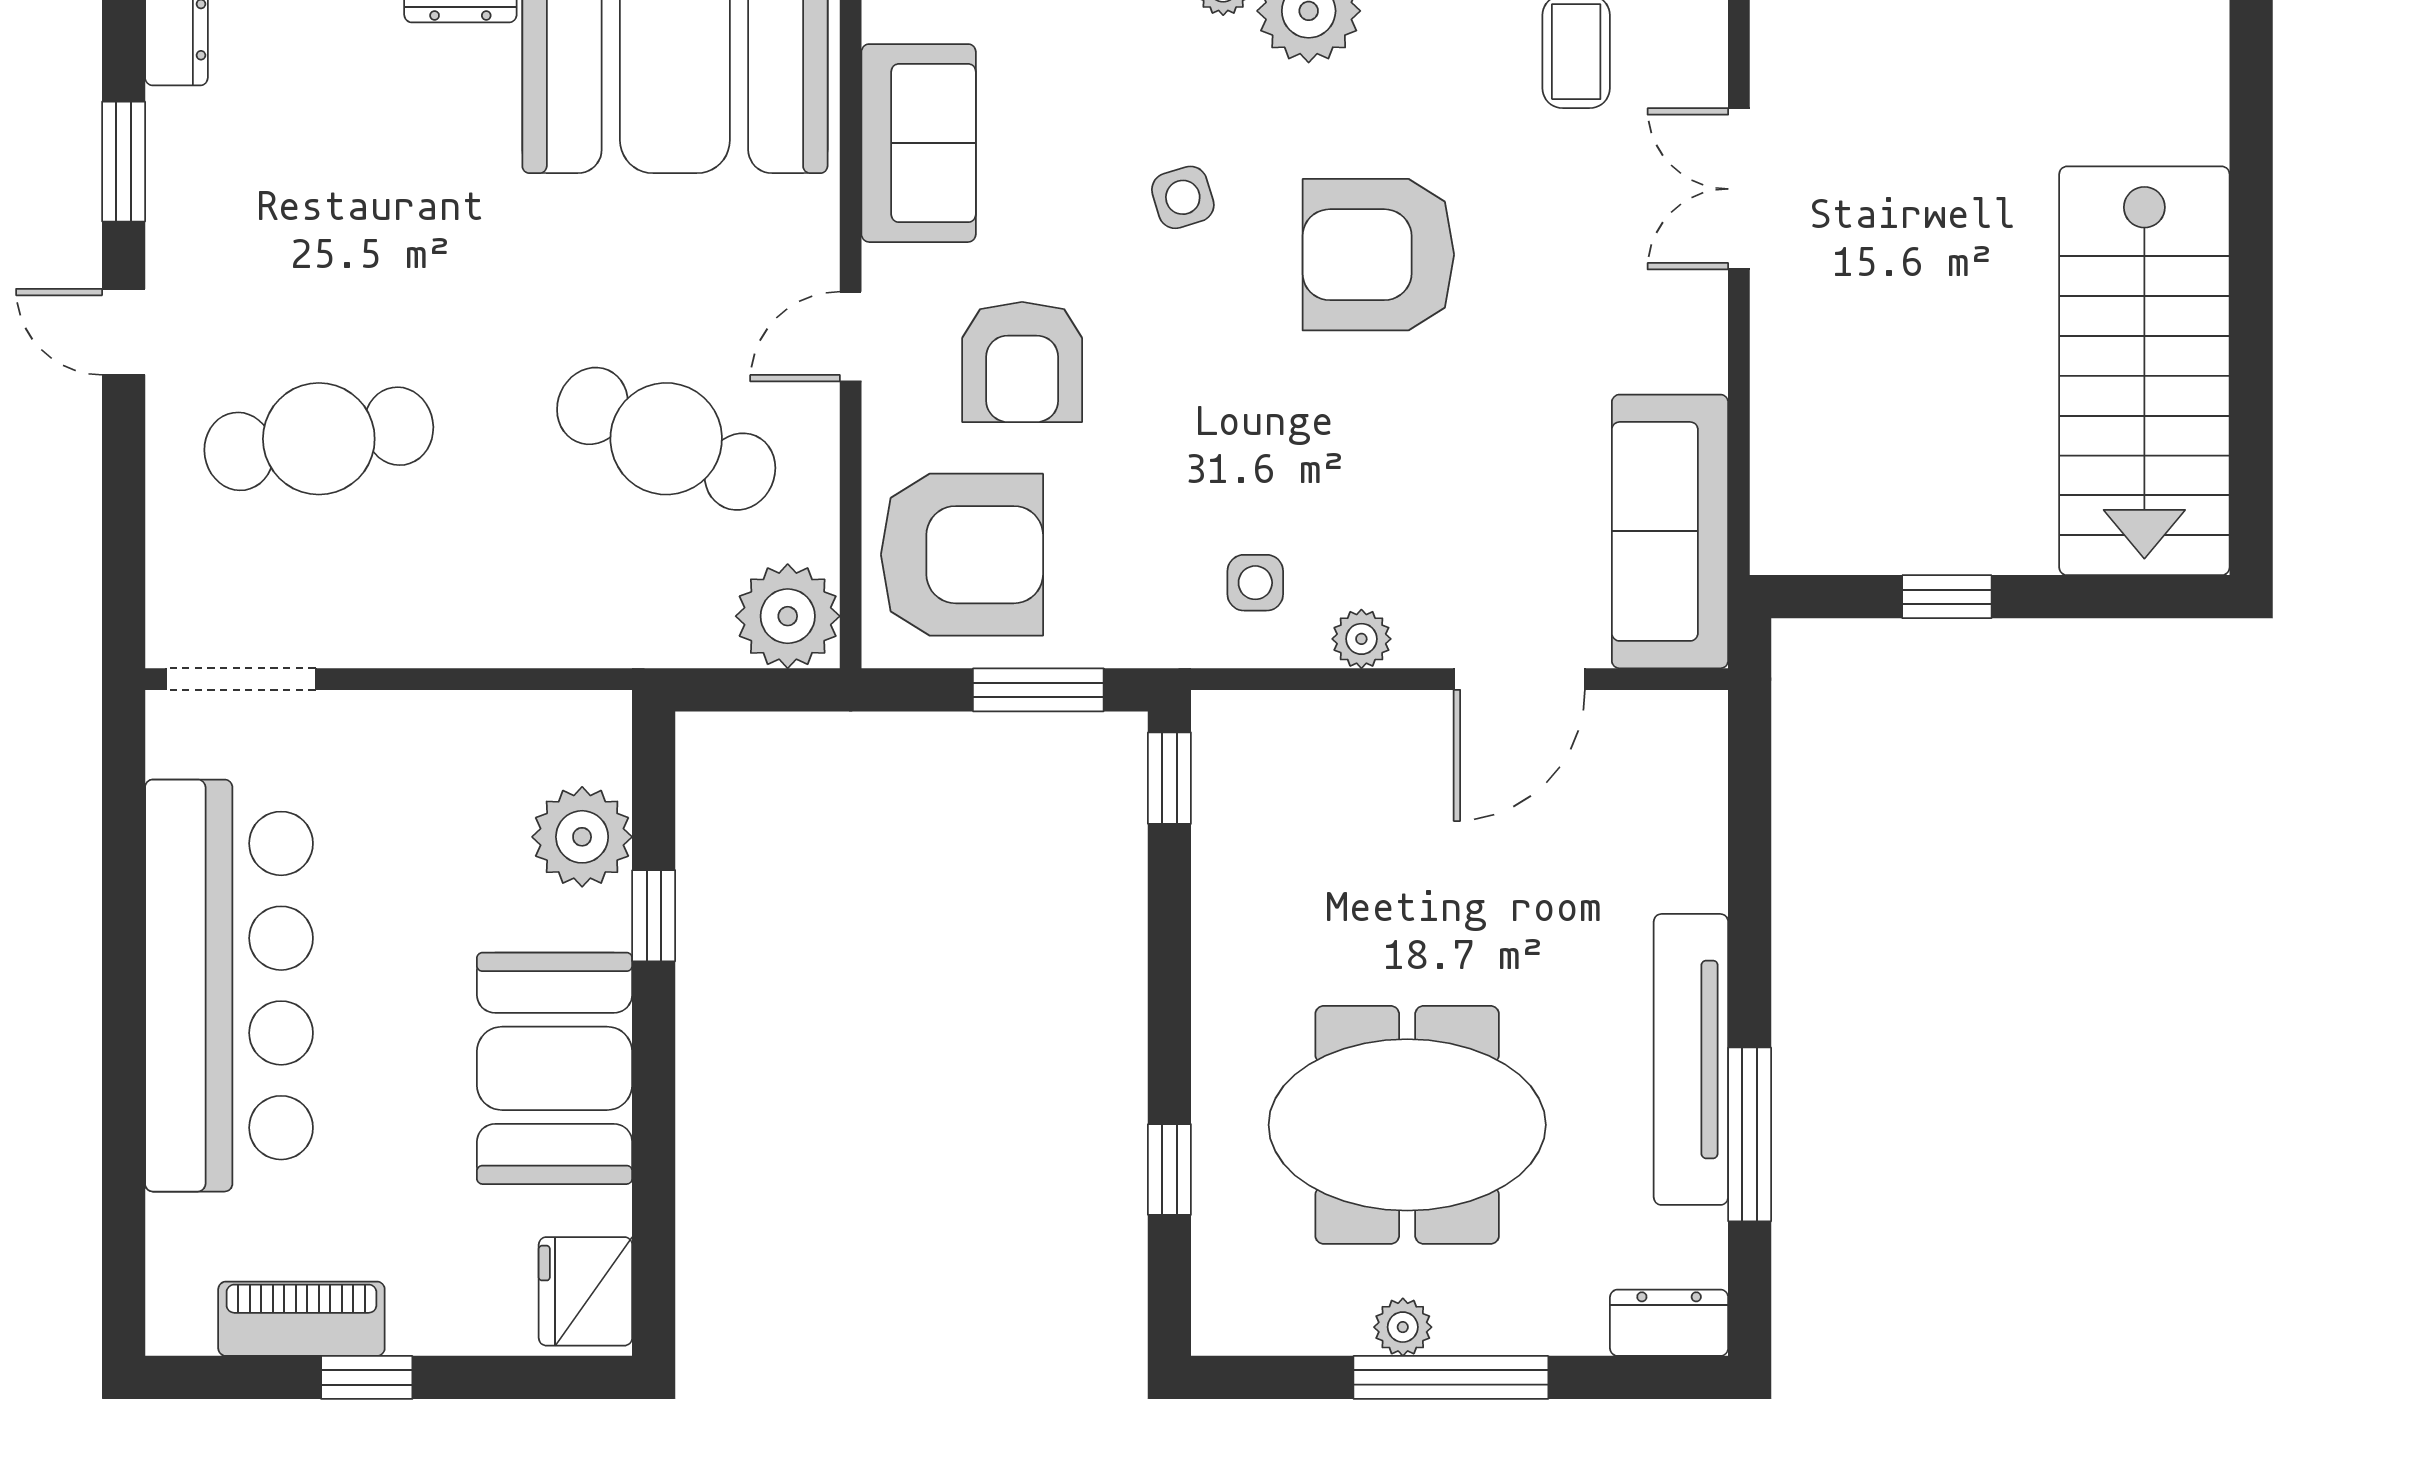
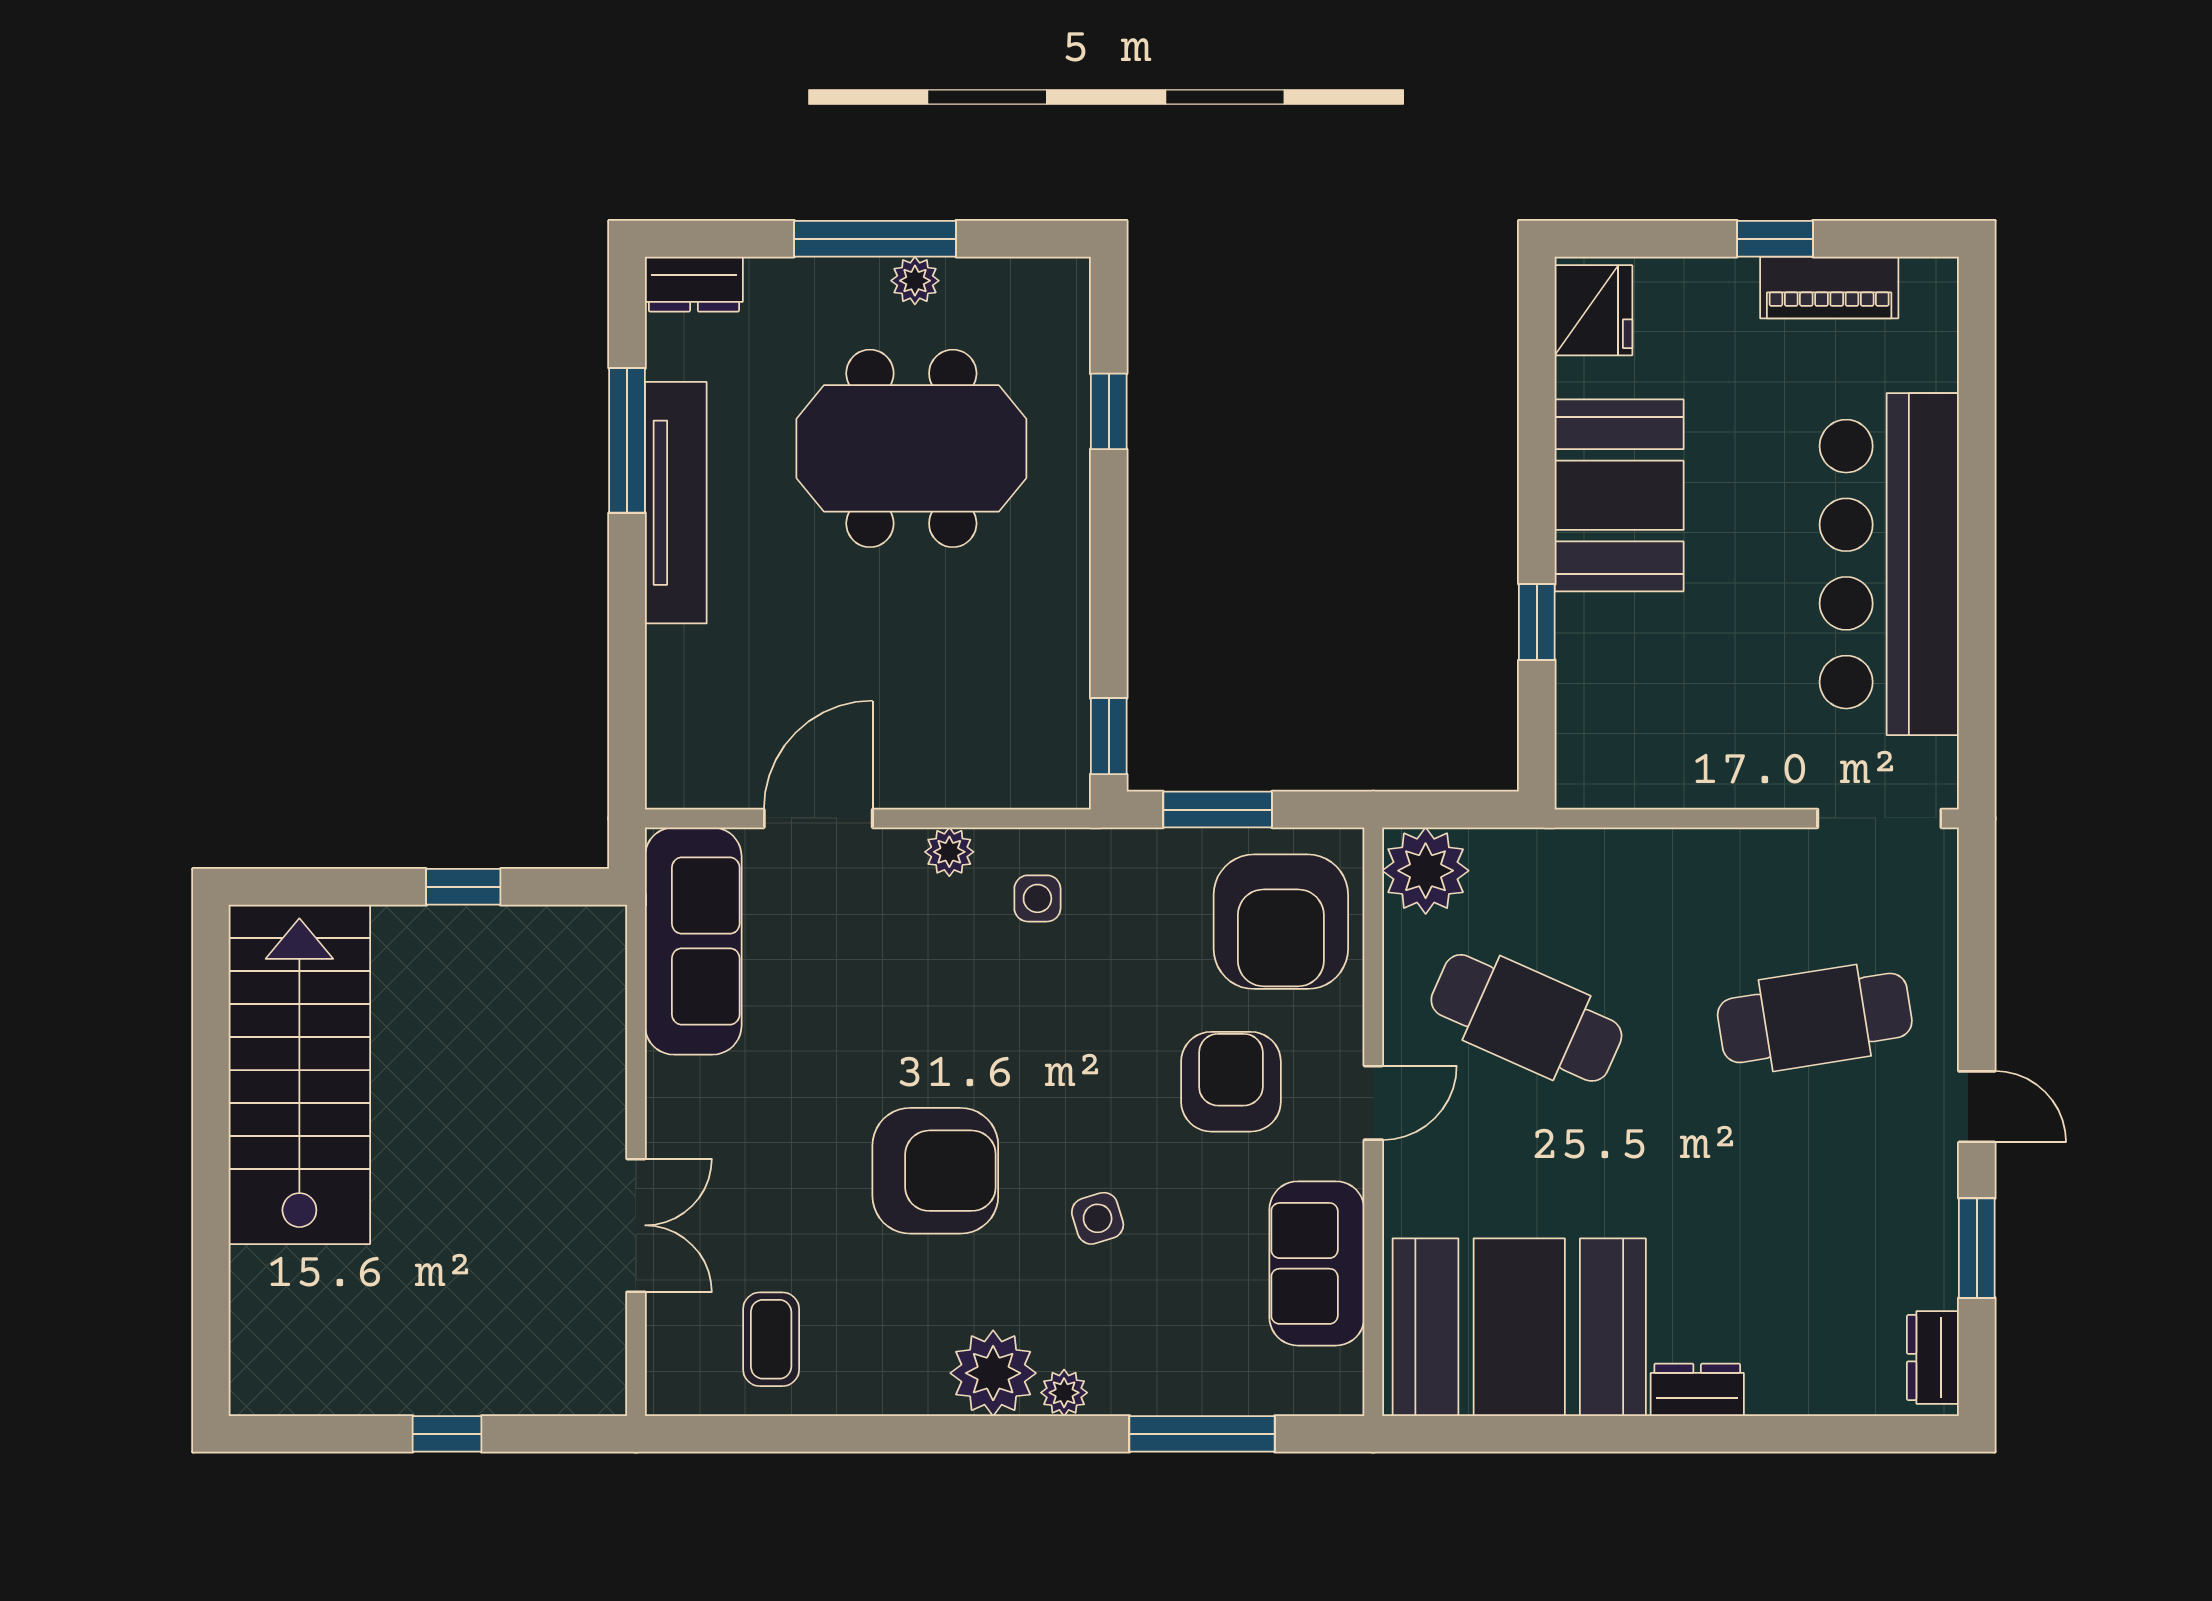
armchair: (962, 555) -> (1281, 922), turned -90
plant: (582, 837) -> (1596, 688), removed

